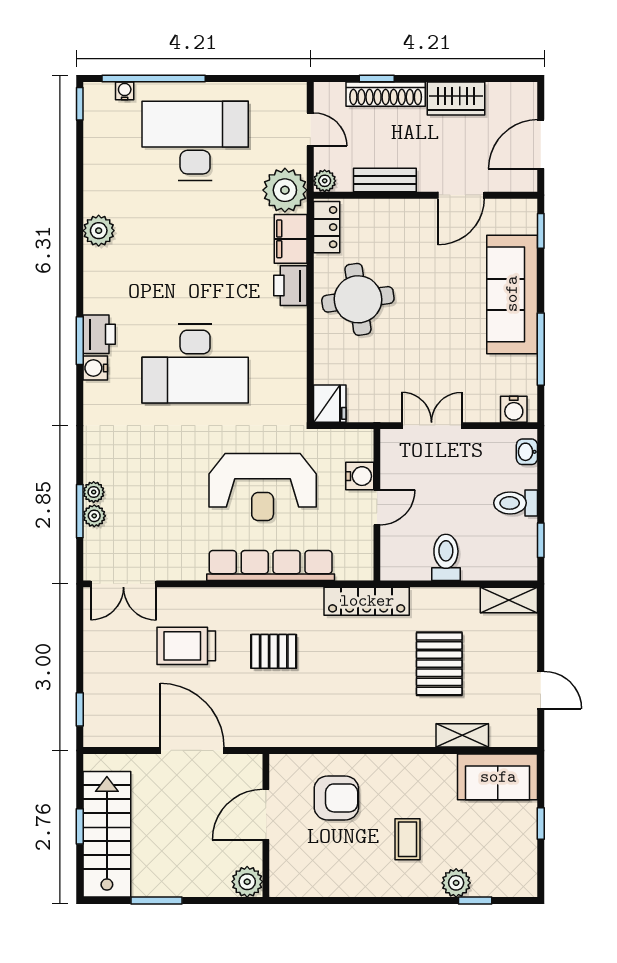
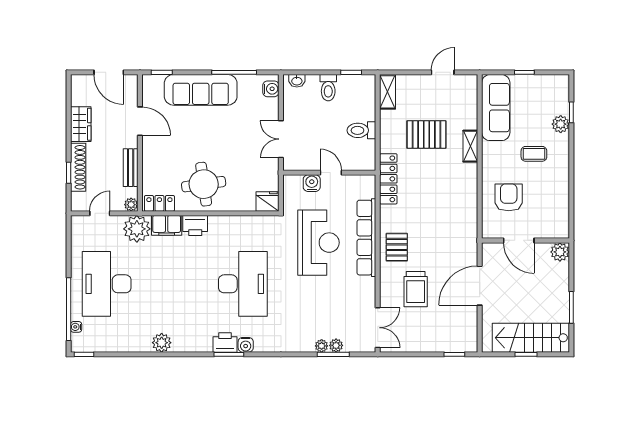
pallet: (274, 651) -> (397, 247), moved
shelving: (462, 735) -> (470, 146), moved
sofa: (498, 777) -> (496, 108), width x1.36

